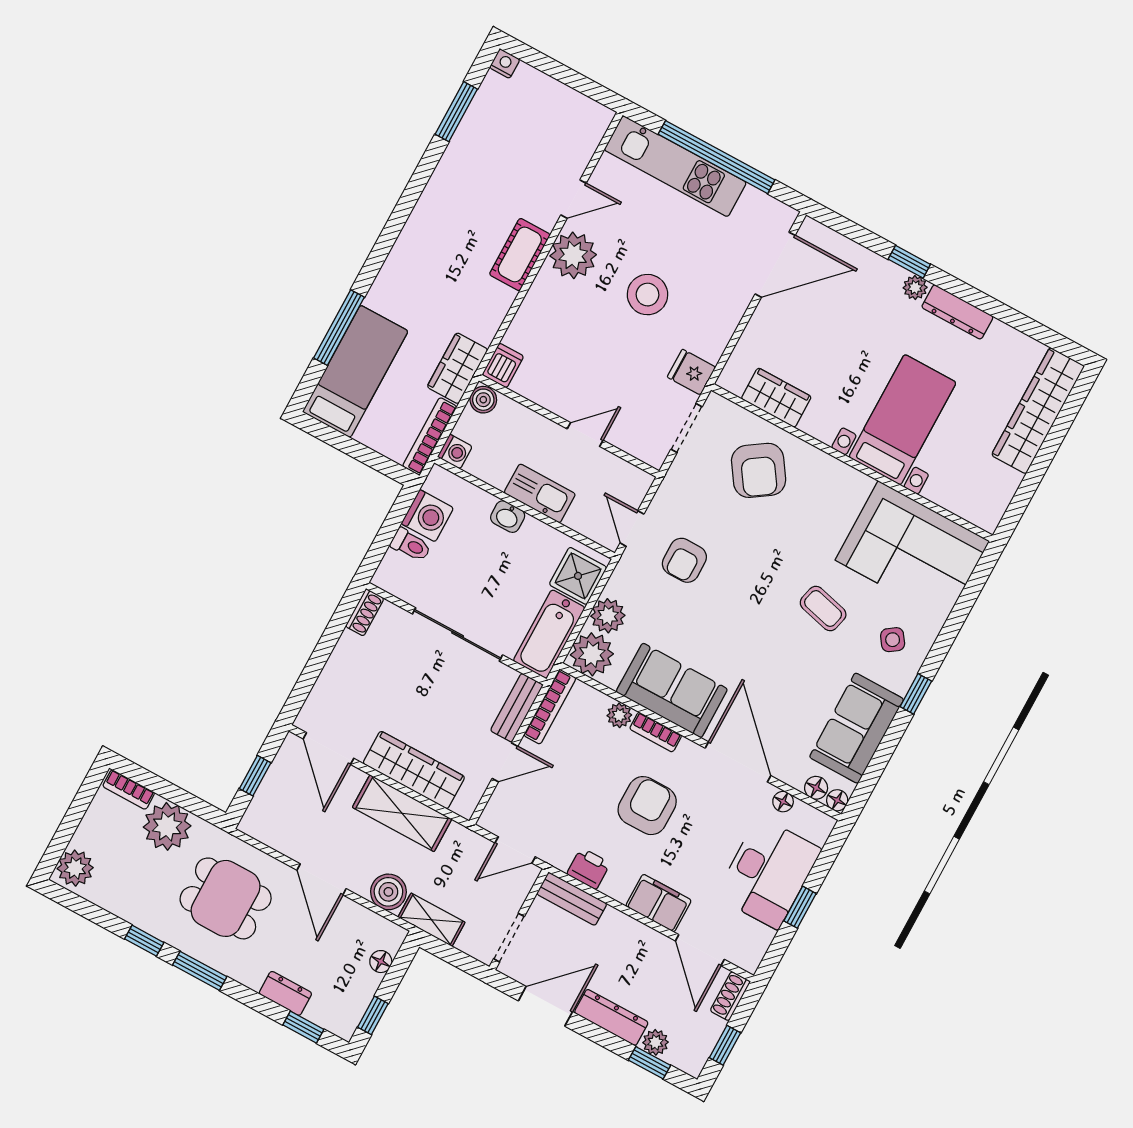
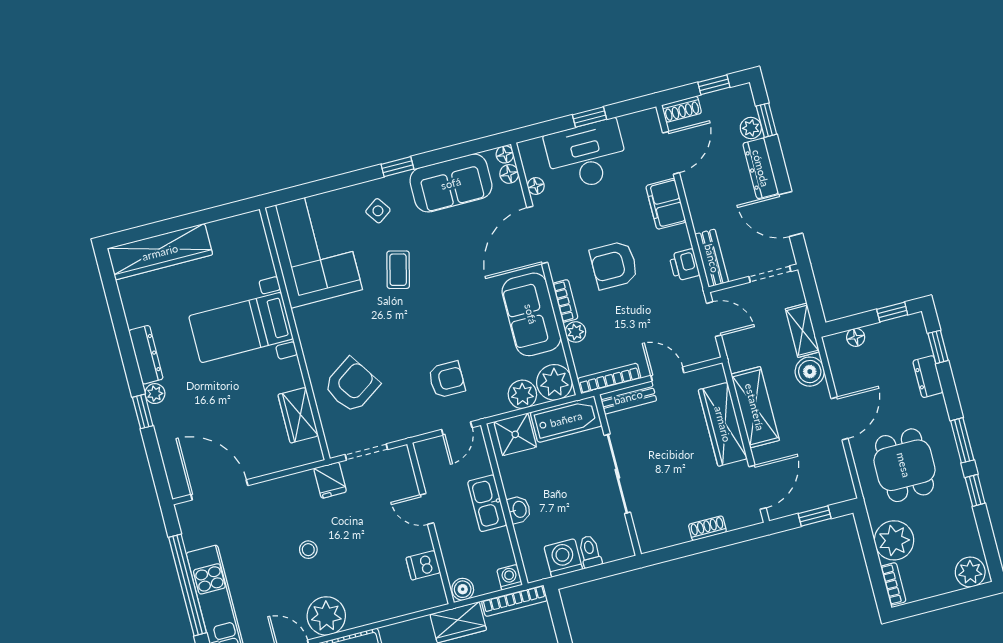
stool: (647, 295) -> (308, 550), width x0.53, depth x0.53
dishwasher: (503, 365) -> (423, 565), moved
shoe rack: (365, 612) -> (707, 528), moved

